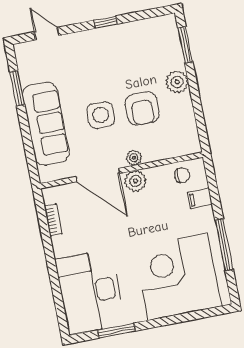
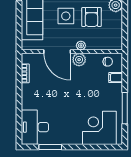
corner desk: (178, 277) -> (99, 128), width x0.74, depth x0.74
desk: (90, 292) -> (35, 127), width x0.73, depth x0.77

